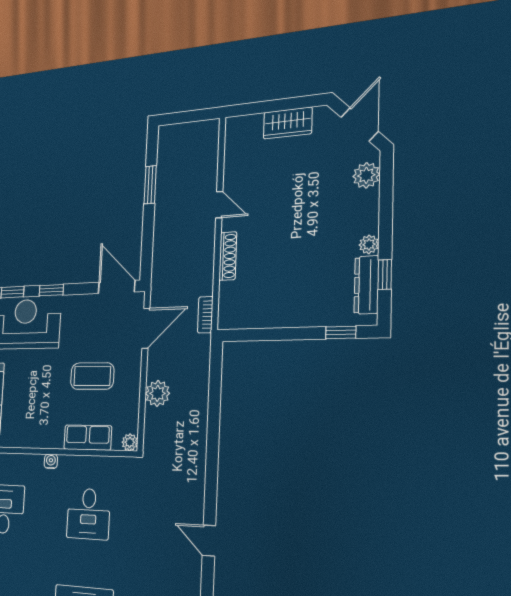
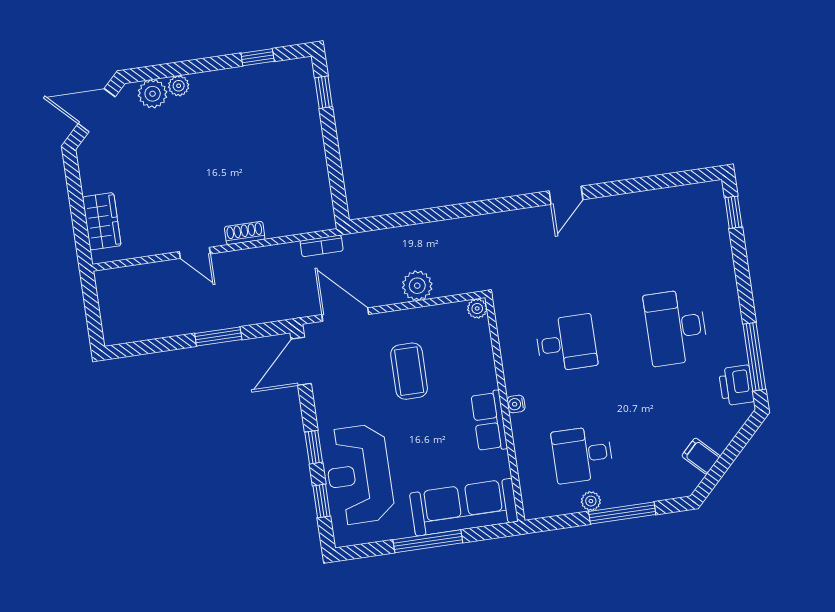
wardrobe: (288, 123) -> (102, 221), moved
window: (150, 185) -> (218, 336), moved
door: (219, 205) -> (195, 253), swing flipped
plant: (369, 244) -> (179, 86), moved
shoe rack: (228, 256) -> (245, 233), width x0.70
dresser: (366, 285) -> (270, 74), removed
row of seats: (88, 438) -> (489, 421), moved

